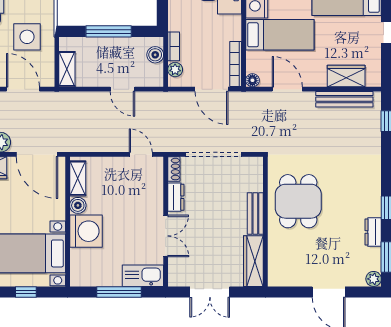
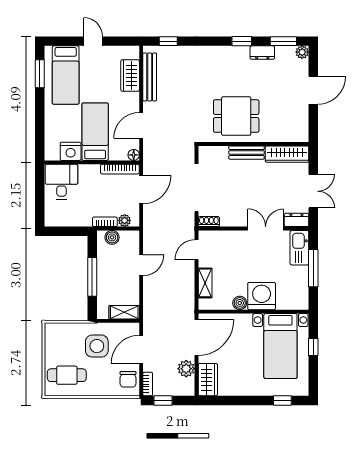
shelving: (78, 178) -> (205, 283), moved, turned 90
dresser: (176, 197) -> (296, 220), moved

